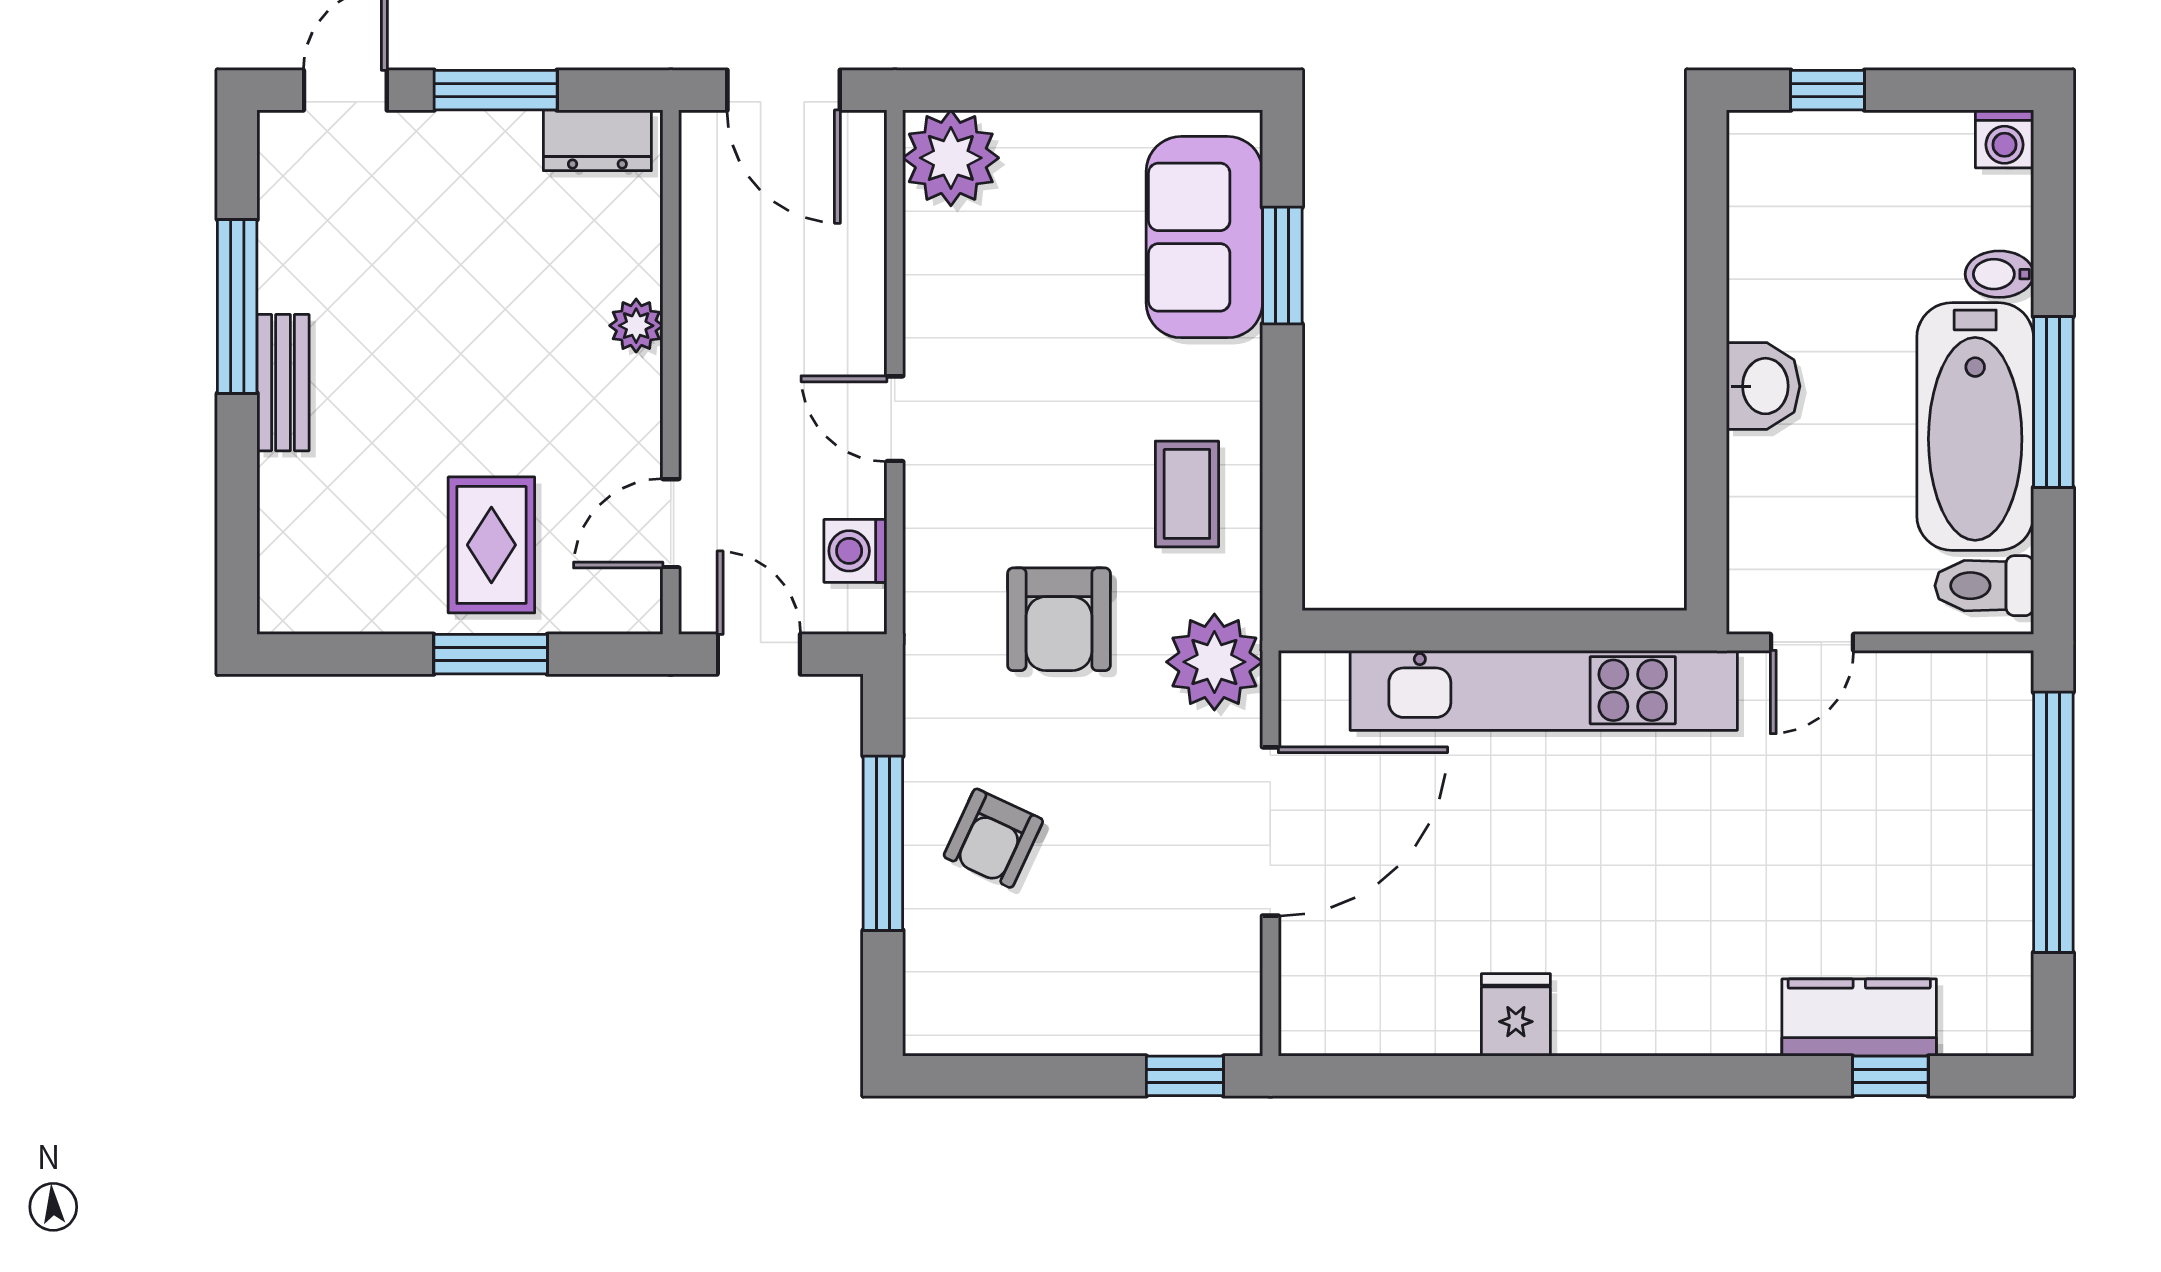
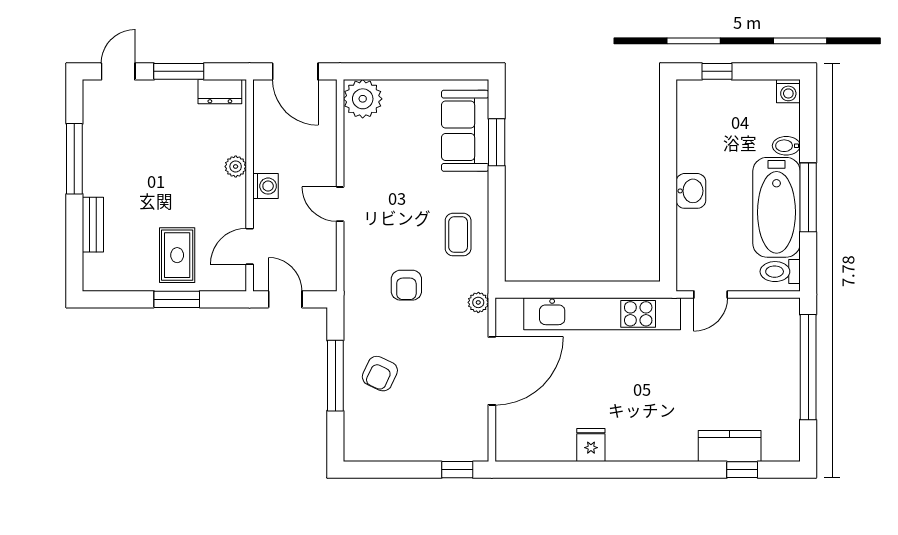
bench: (283, 383) -> (93, 225), moved
washing machine: (855, 551) -> (265, 186), moved, turned 180
armchair: (1059, 619) -> (406, 285), width x0.72, depth x0.72
plant: (1214, 662) -> (478, 302), width x0.53, depth x0.53

